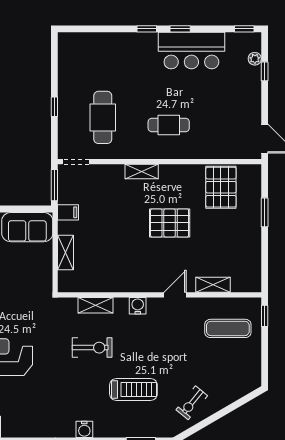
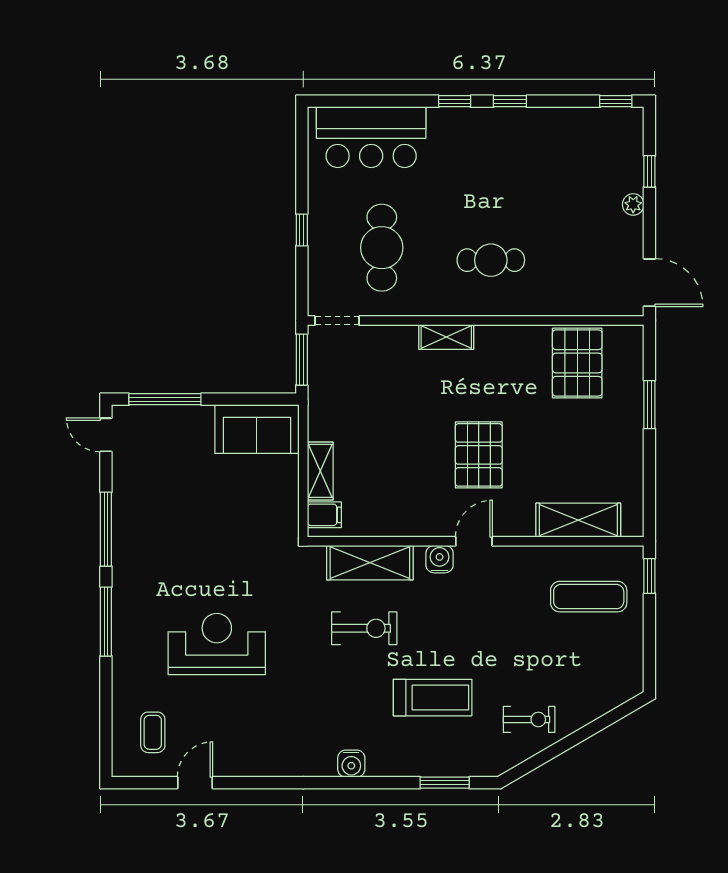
bar counter: (191, 51) -> (371, 137), moved
plant: (255, 59) -> (633, 204), moved
filing cabinet: (68, 212) -> (324, 515), moved
pallet: (170, 223) -> (479, 455), moved, turned 90
shelving: (213, 285) -> (578, 520), width x1.50, depth x1.33
door: (175, 295) -> (474, 541), moved
shelving: (96, 305) -> (370, 563), width x1.50, depth x1.33
exercise bike: (192, 403) -> (529, 719), turned -129

